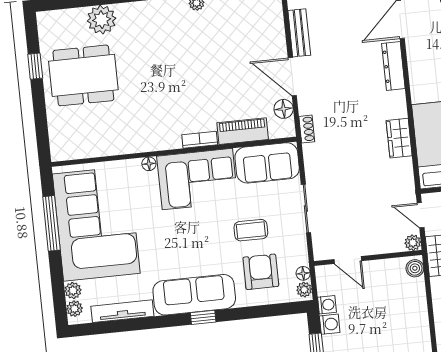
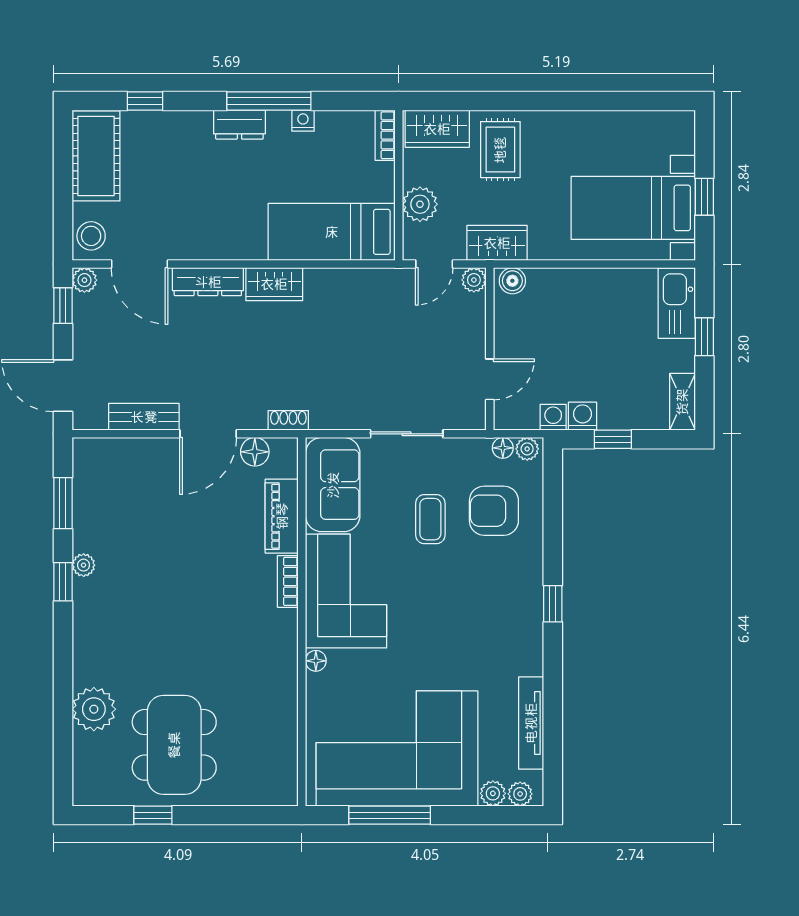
wardrobe: (399, 138) -> (274, 284), moved
sofa: (194, 295) -> (518, 613), removed

